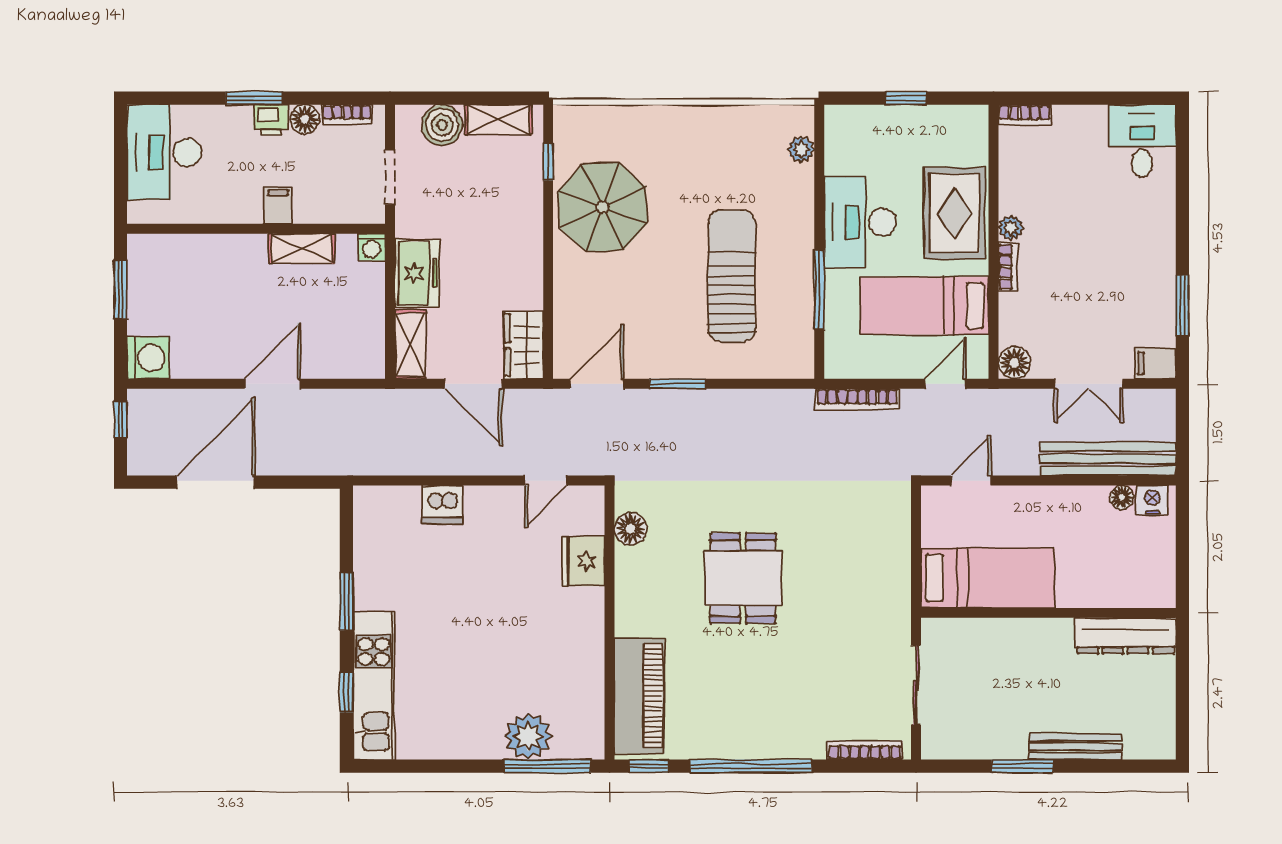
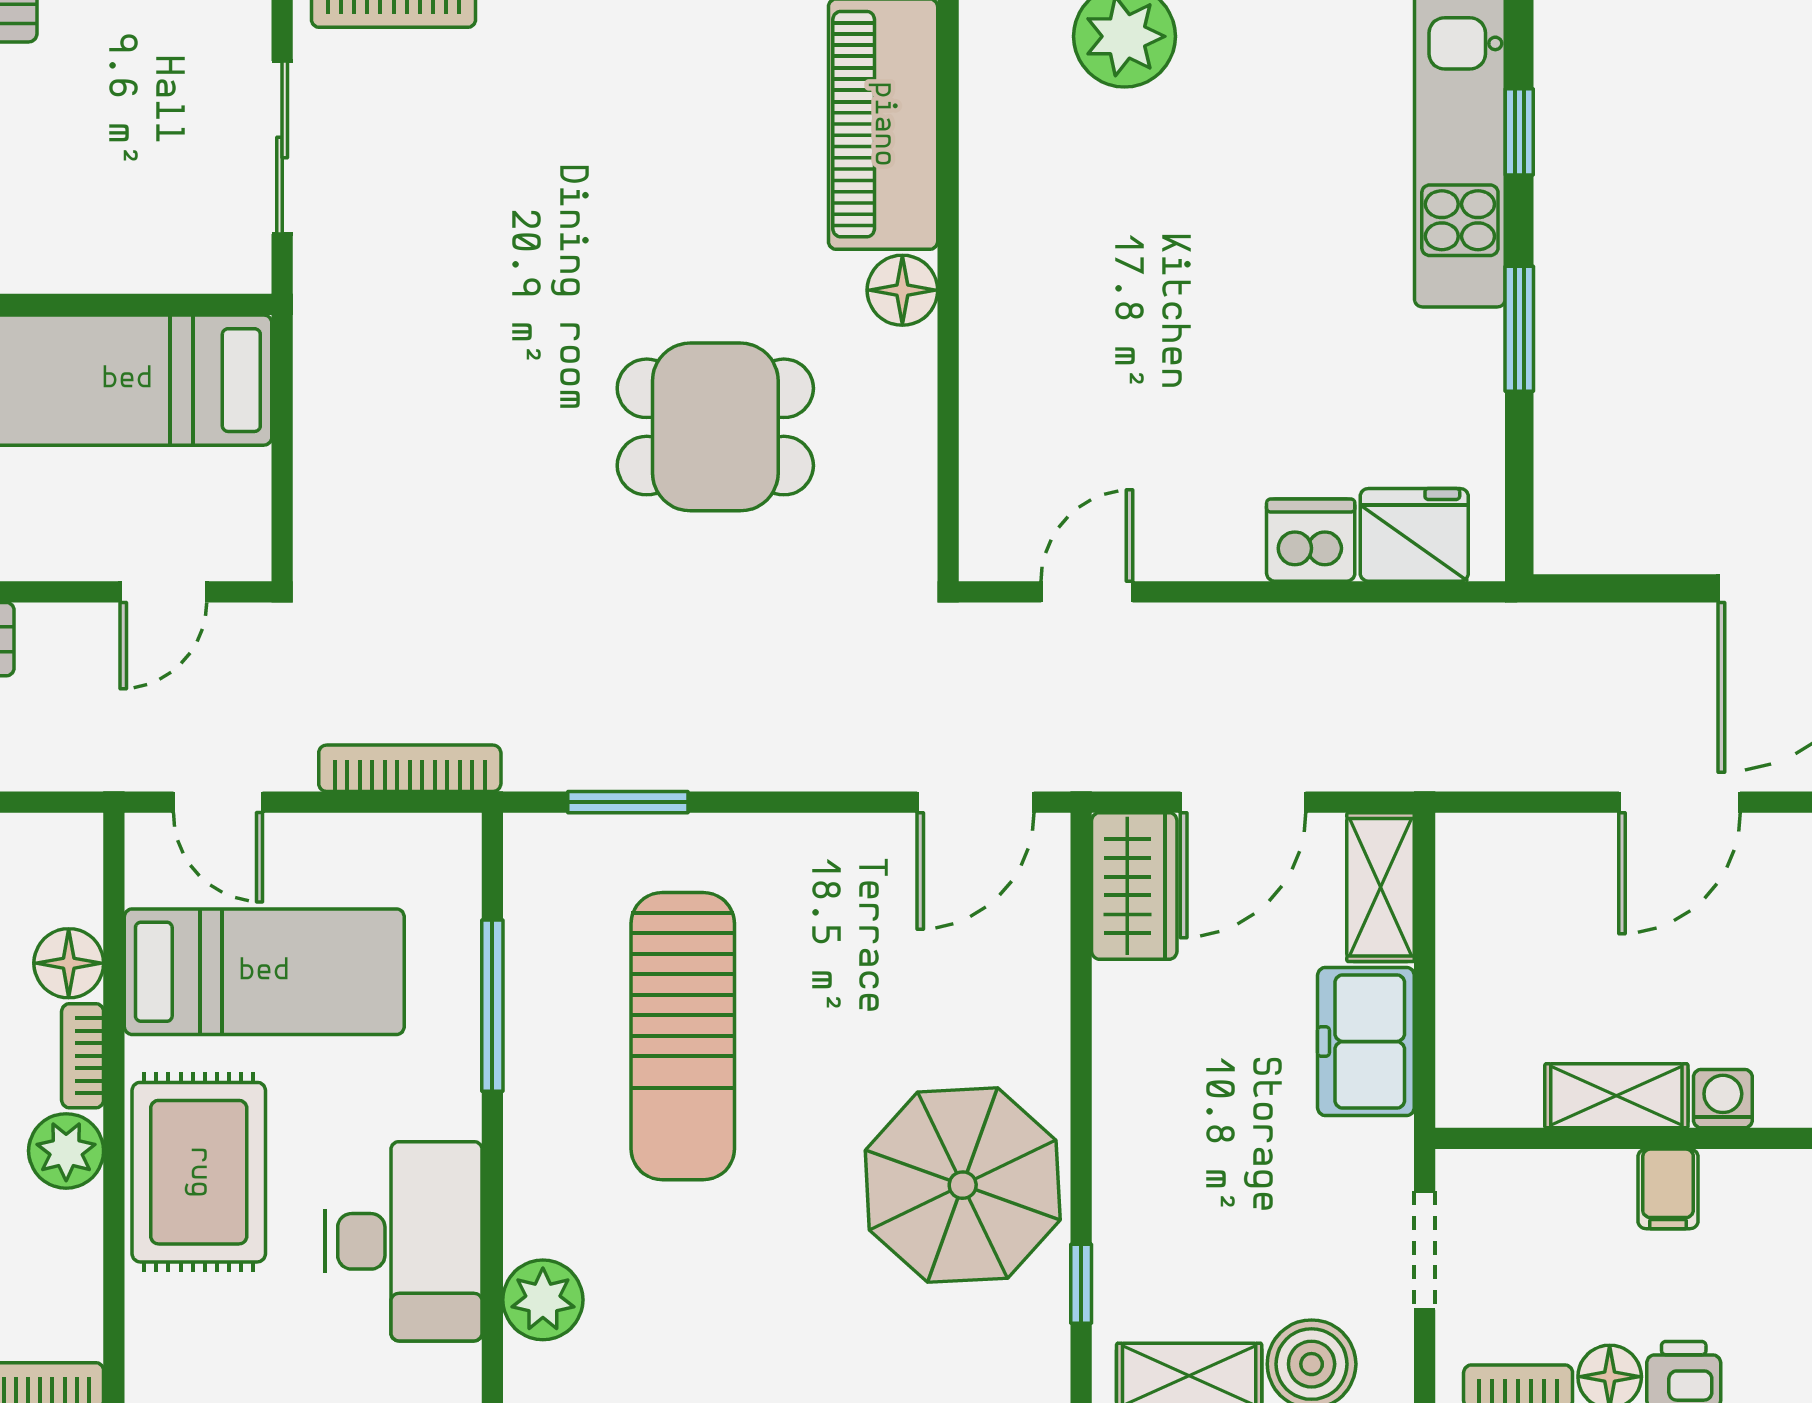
plant: (801, 149) -> (543, 1300), width x1.38, depth x1.38
desk: (860, 222) -> (404, 1241), moved
plant: (1011, 228) -> (66, 1151), width x1.38, depth x1.38
washing machine: (372, 247) -> (1723, 1099), moved
floor lamp: (1014, 363) -> (69, 963), moved
door: (474, 384) -> (1243, 802), swing flipped
window: (678, 384) -> (628, 802), moved
door: (946, 384) -> (218, 802), hinge flipped
floor lamp: (630, 529) -> (902, 290), moved
fridge: (583, 561) -> (1414, 535), moved, turned -90
dining table: (743, 578) -> (715, 427), moved, turned 90

